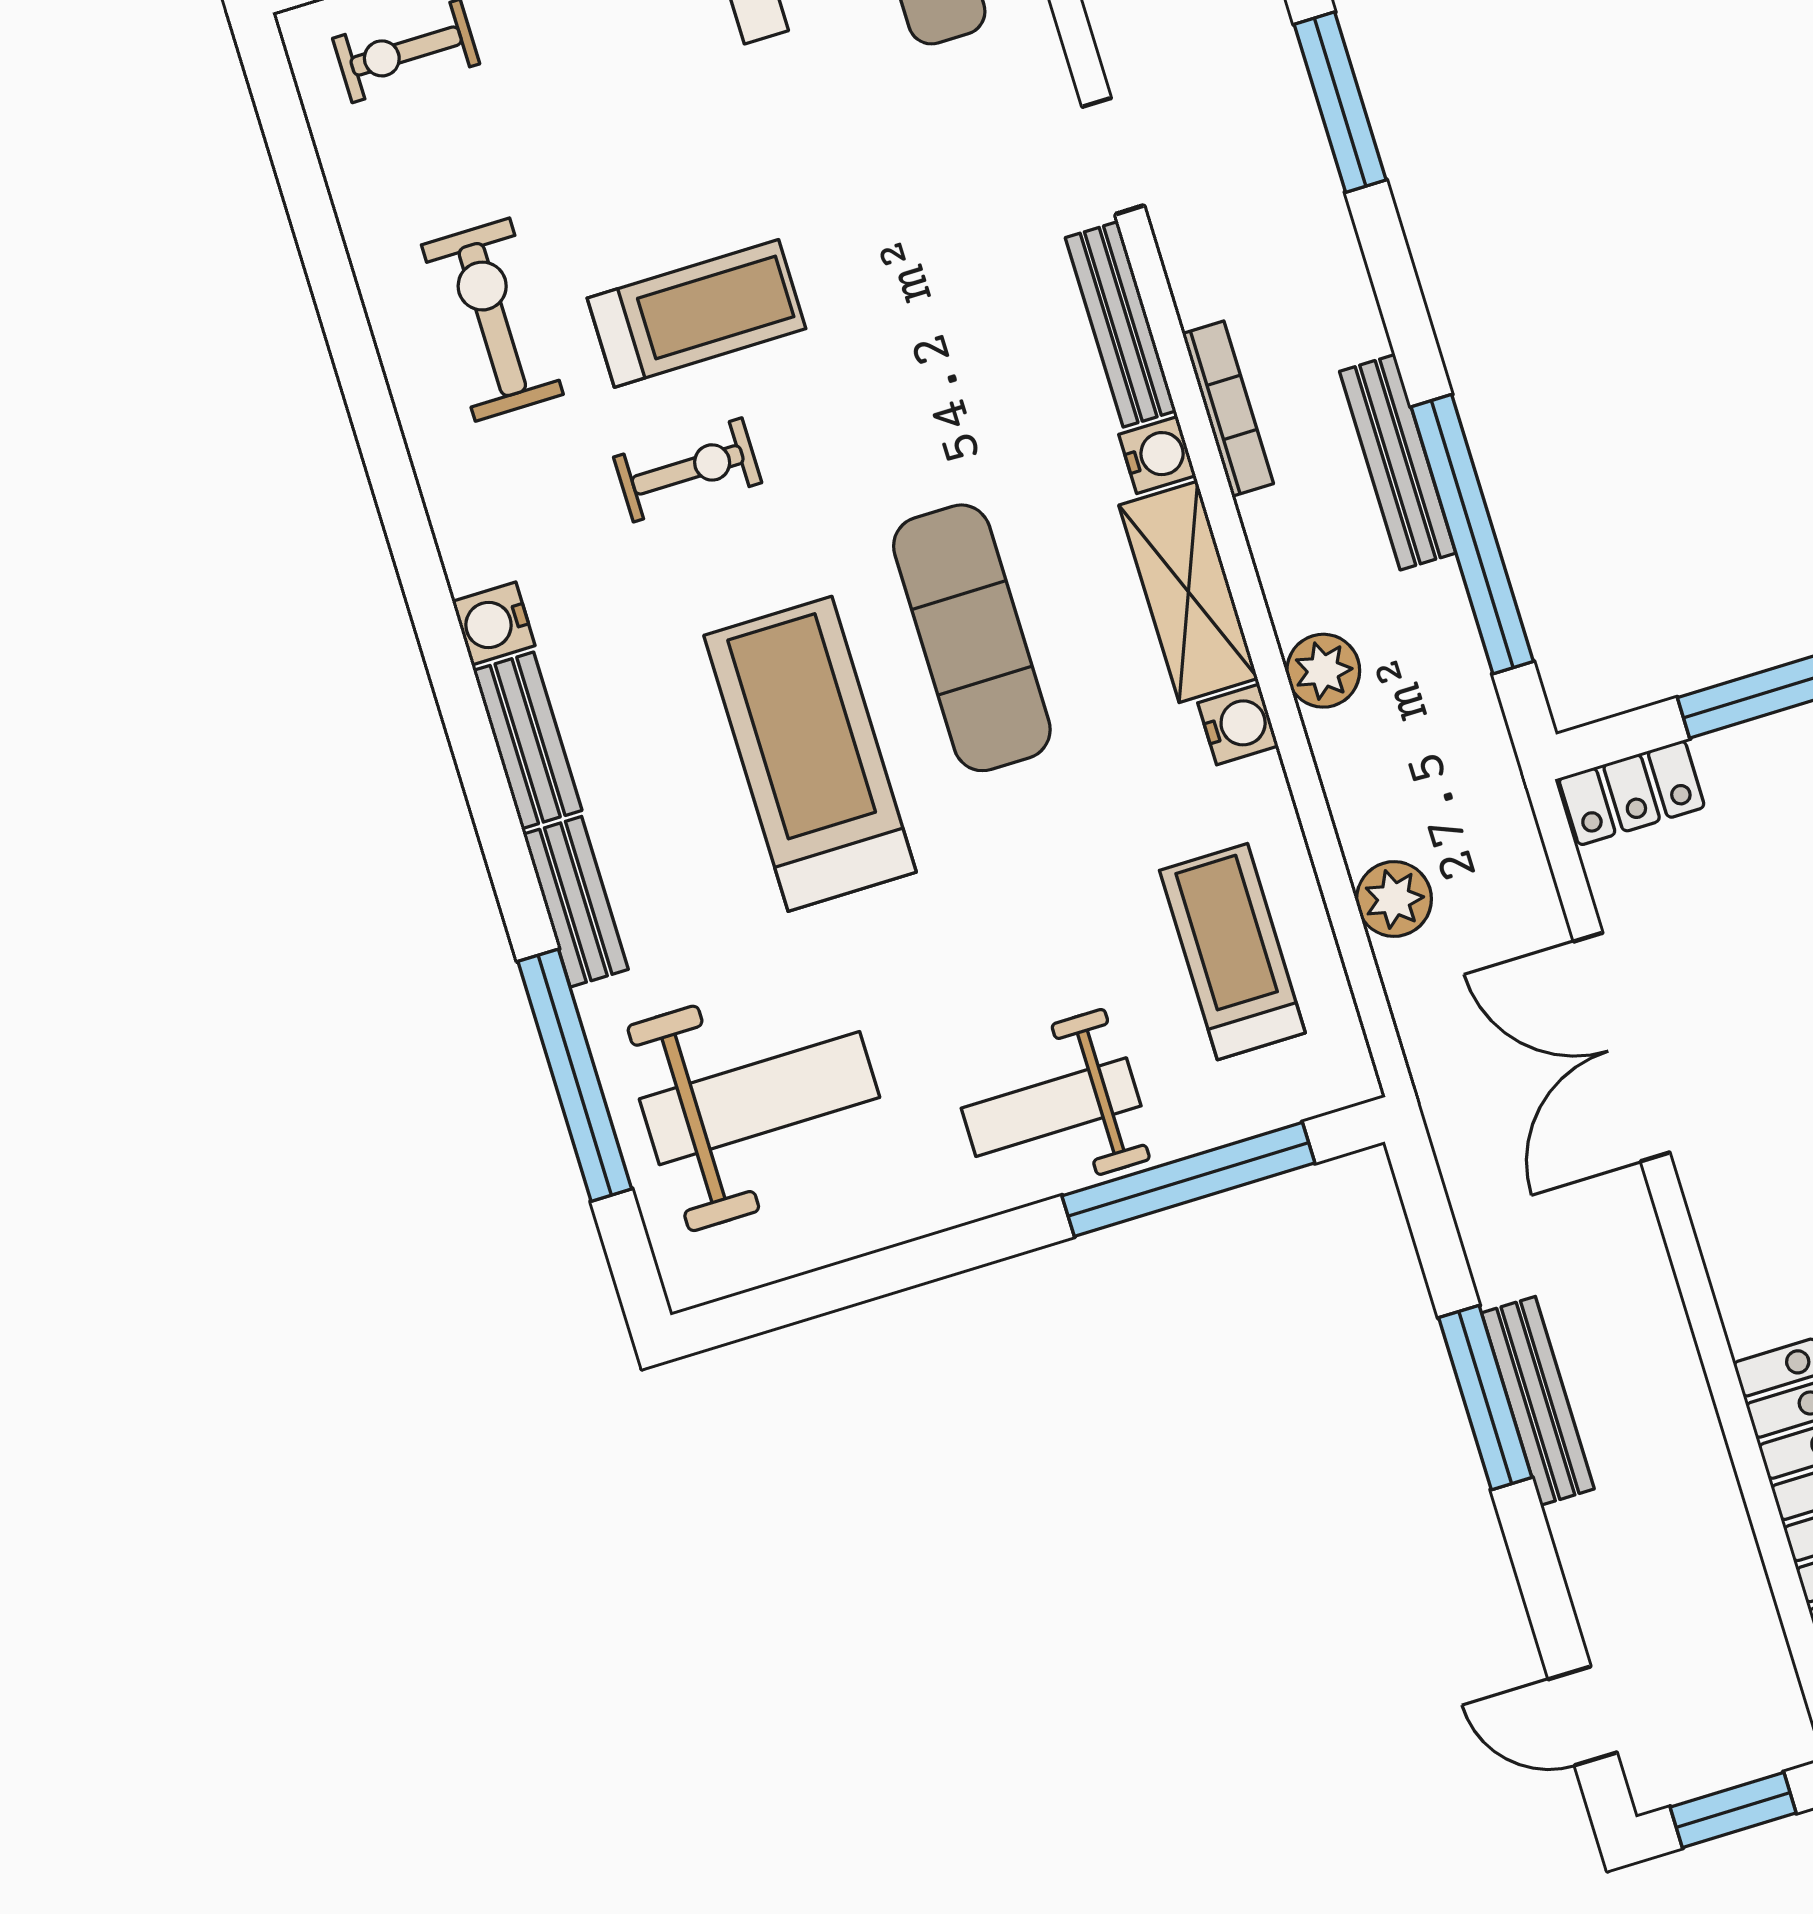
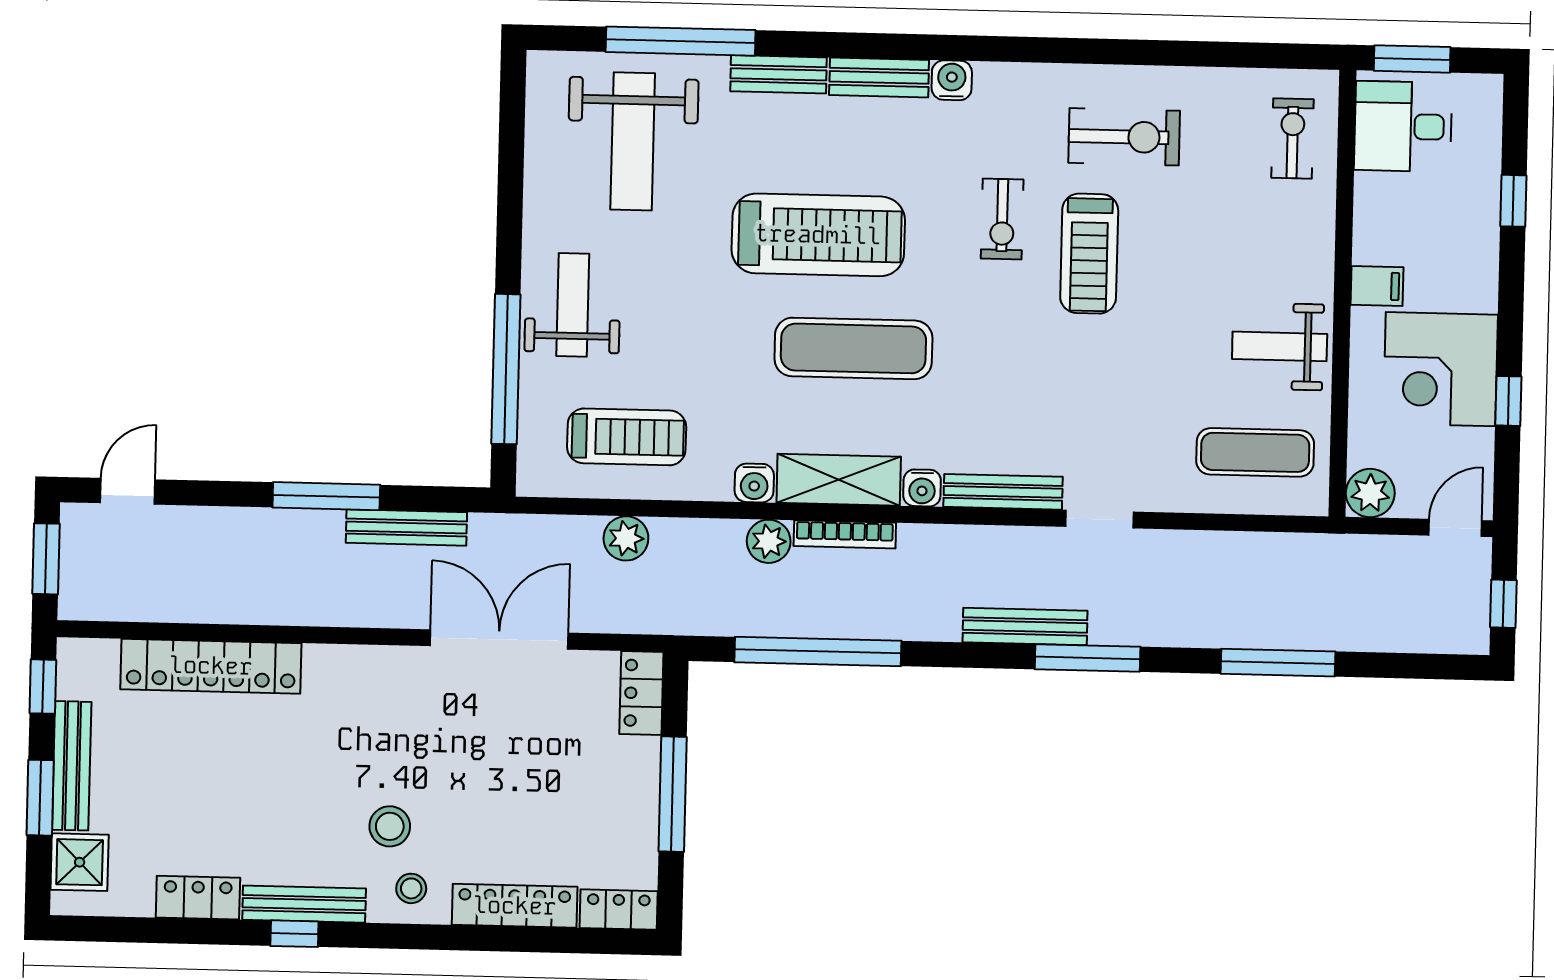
bookcase: (1228, 409) -> (845, 534), moved
bench: (1398, 462) -> (1025, 626), moved
bench: (1538, 1401) -> (406, 528), moved

